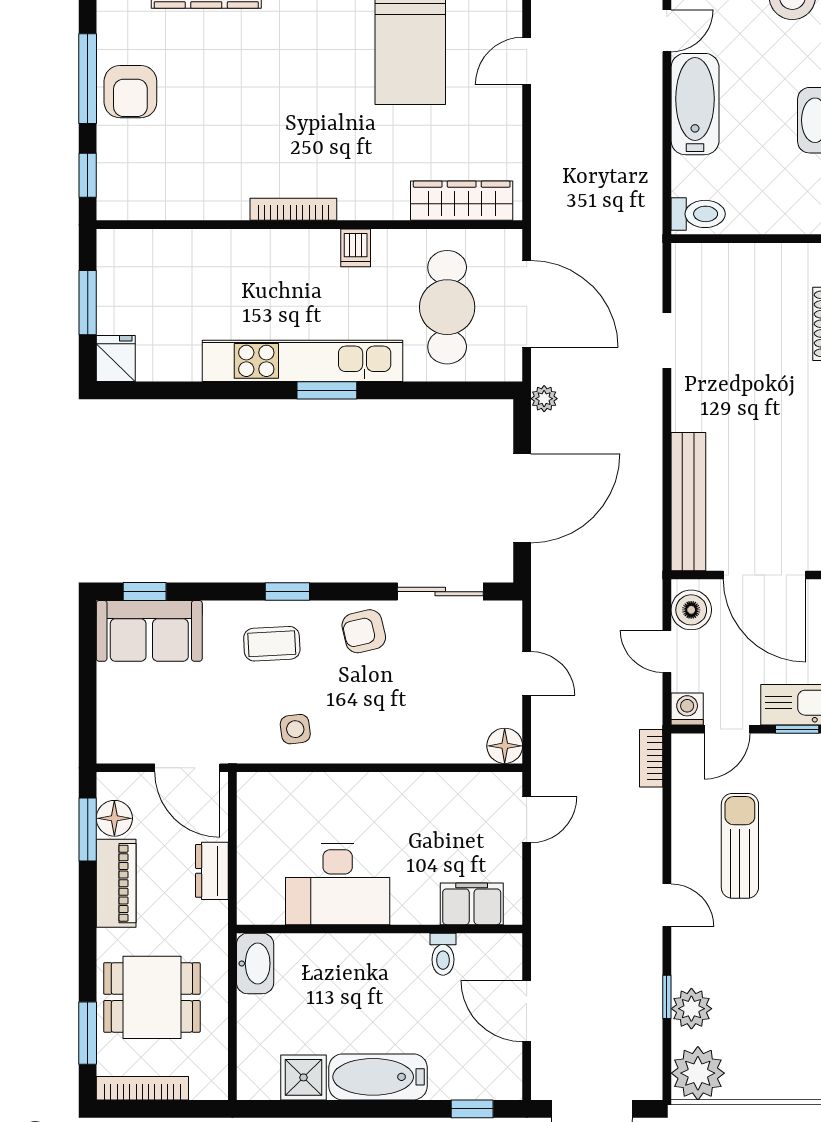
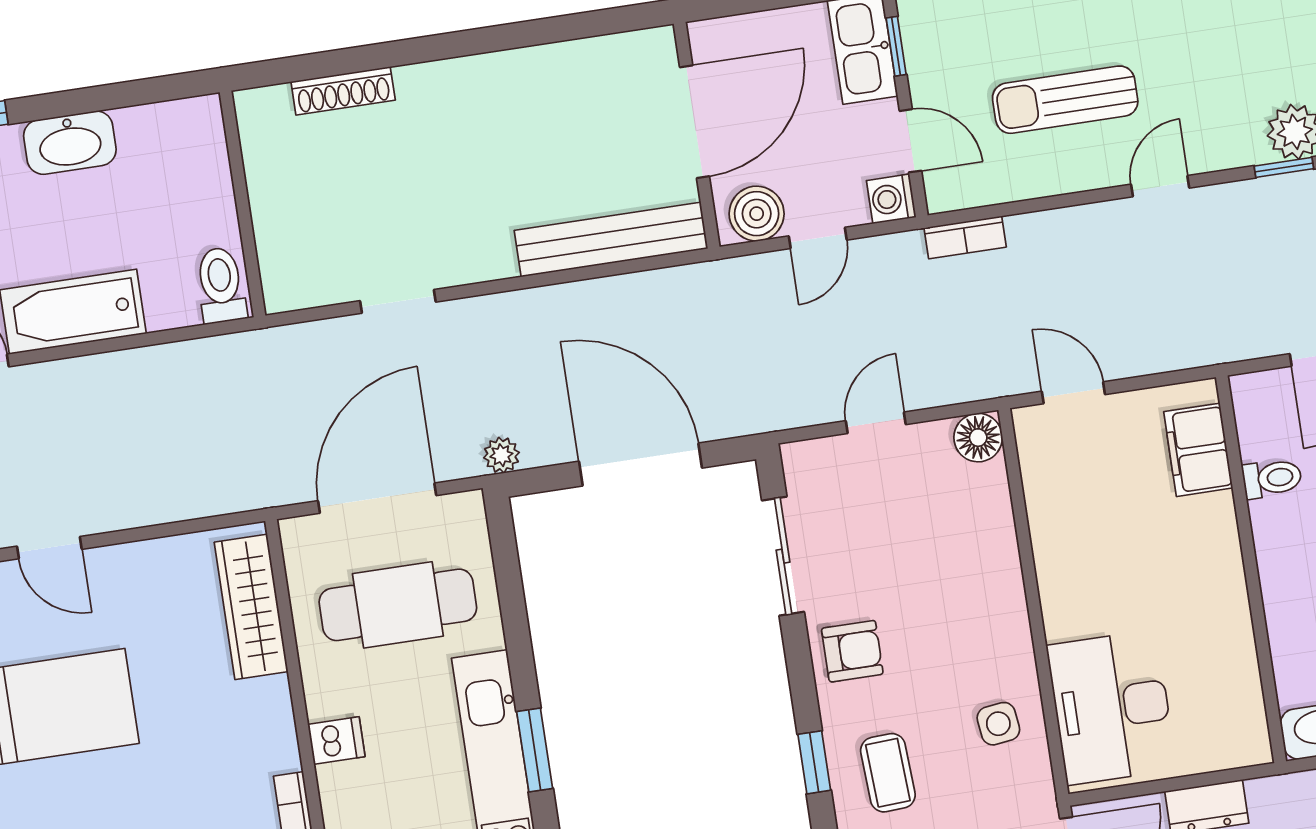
armchair: (364, 631) -> (852, 651), turned -77
desk: (338, 884) -> (1112, 707), moved, turned 180

